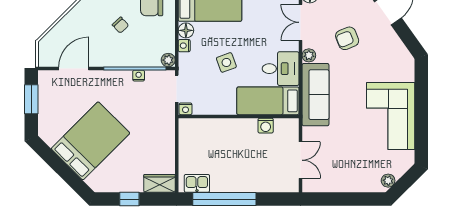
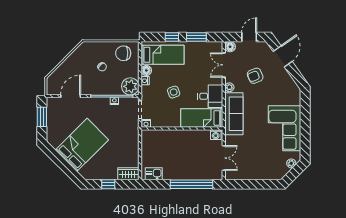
plant: (168, 60) -> (130, 86), width x1.87, depth x1.87
washing machine: (266, 126) -> (216, 135), moved
plant: (388, 181) -> (291, 163), moved
window: (224, 199) -> (191, 184), moved

